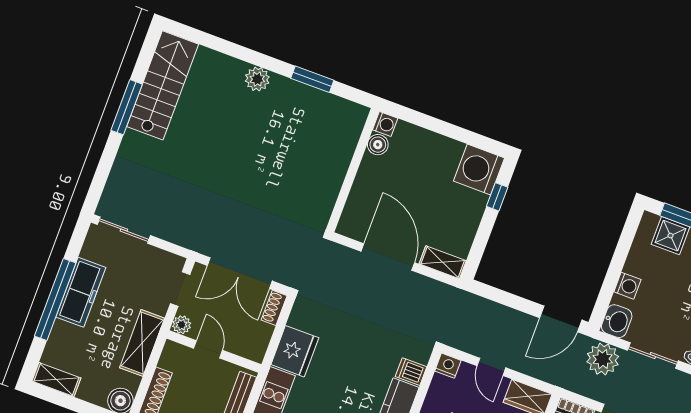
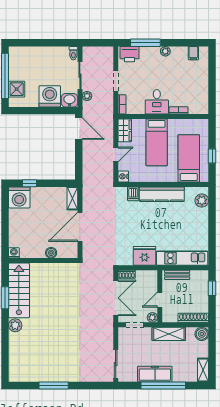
stairs: (163, 85) -> (19, 290), moved, turned 90
boiler: (378, 145) -> (51, 253), moved
washing machine: (627, 286) -> (50, 96), width x1.89, depth x1.89
plant: (603, 359) -> (87, 96), width x0.53, depth x0.53

